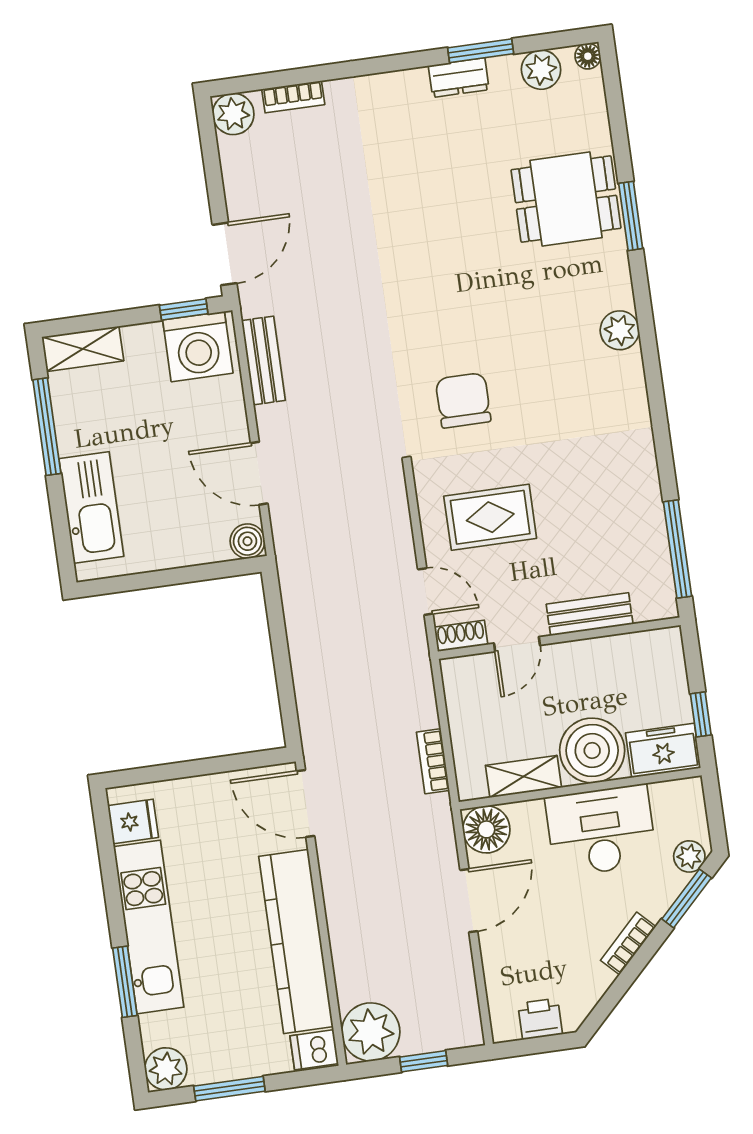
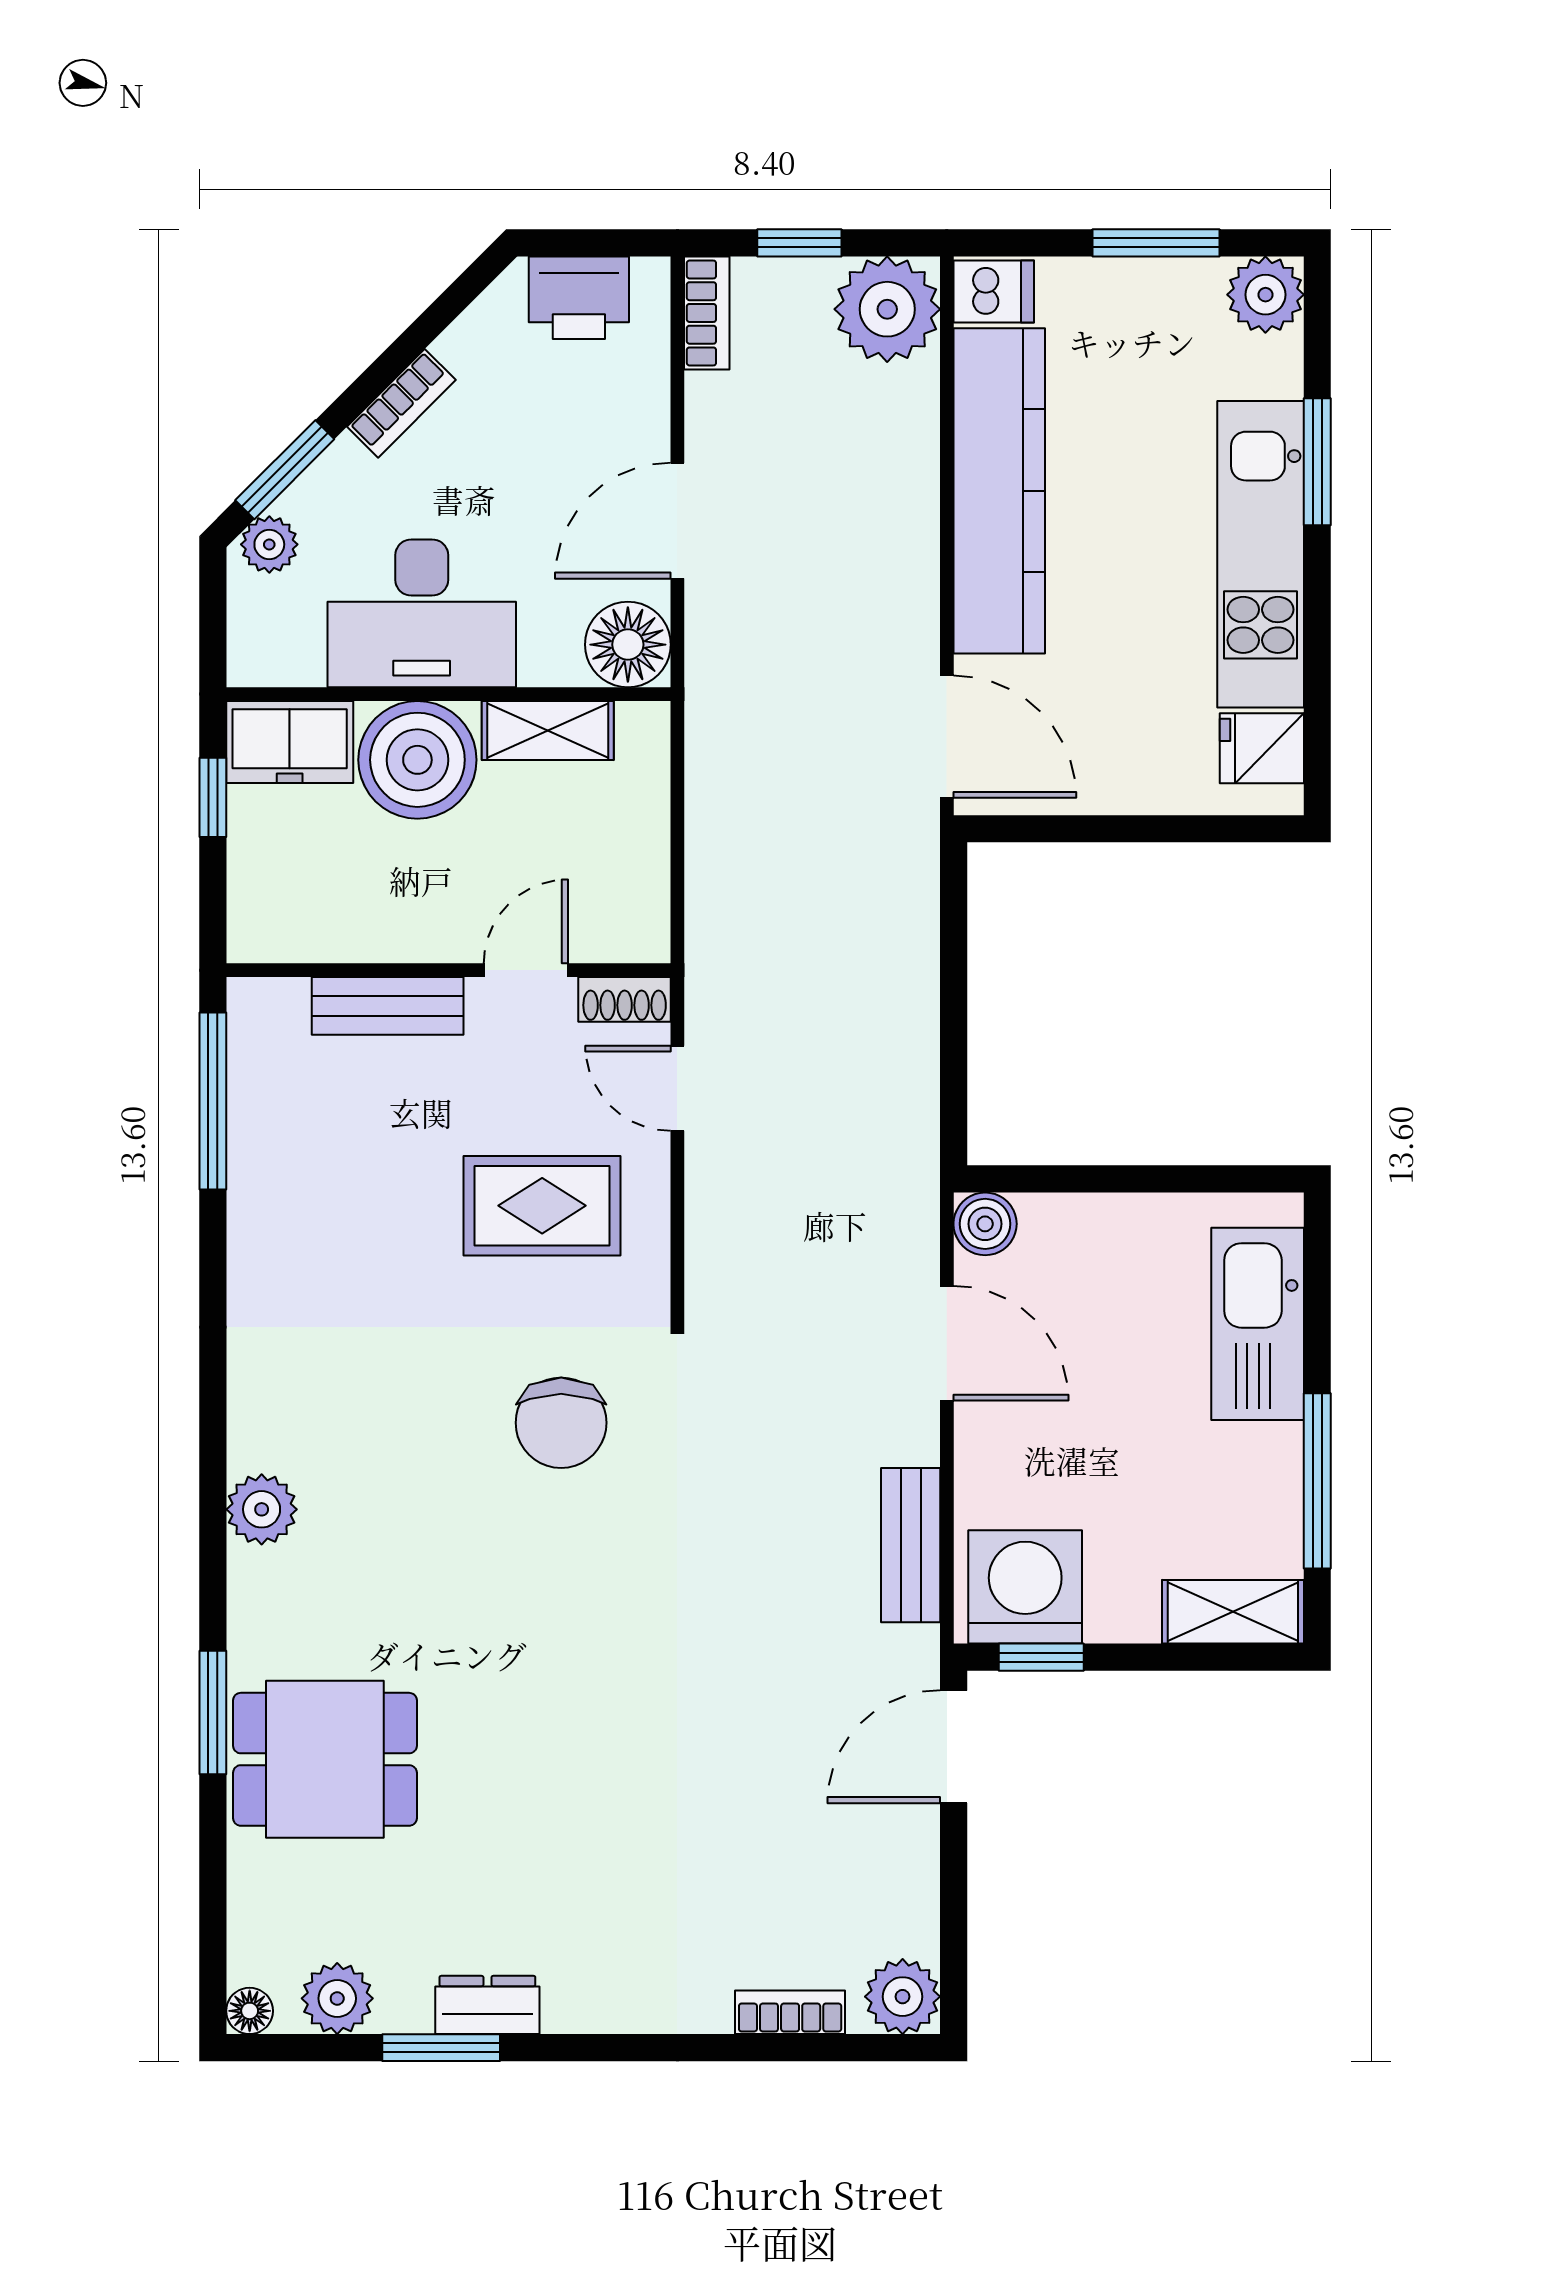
bookcase: (433, 761) -> (707, 313), moved
printer: (540, 1019) -> (579, 298), width x1.36, depth x1.24

